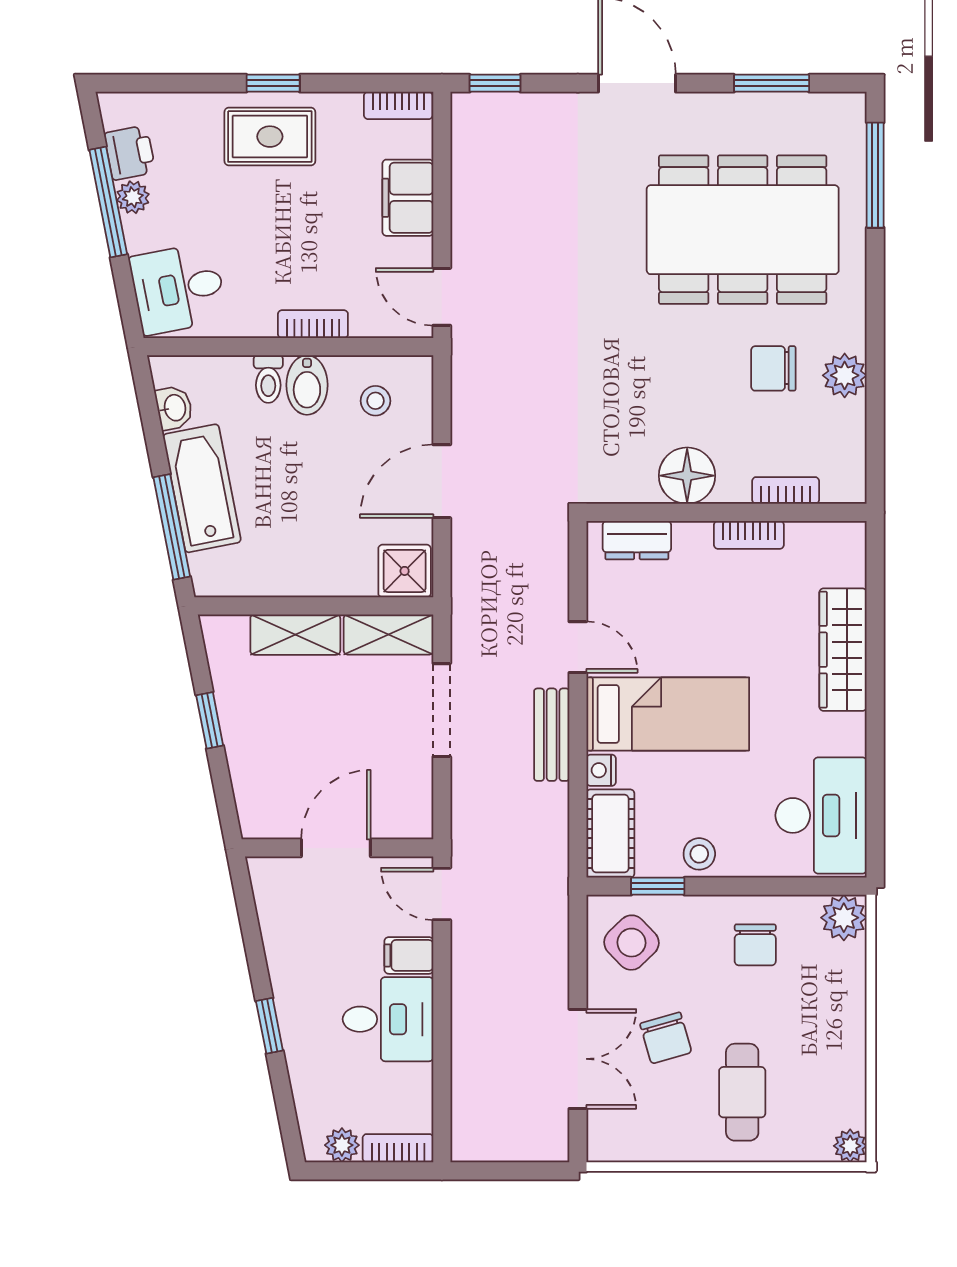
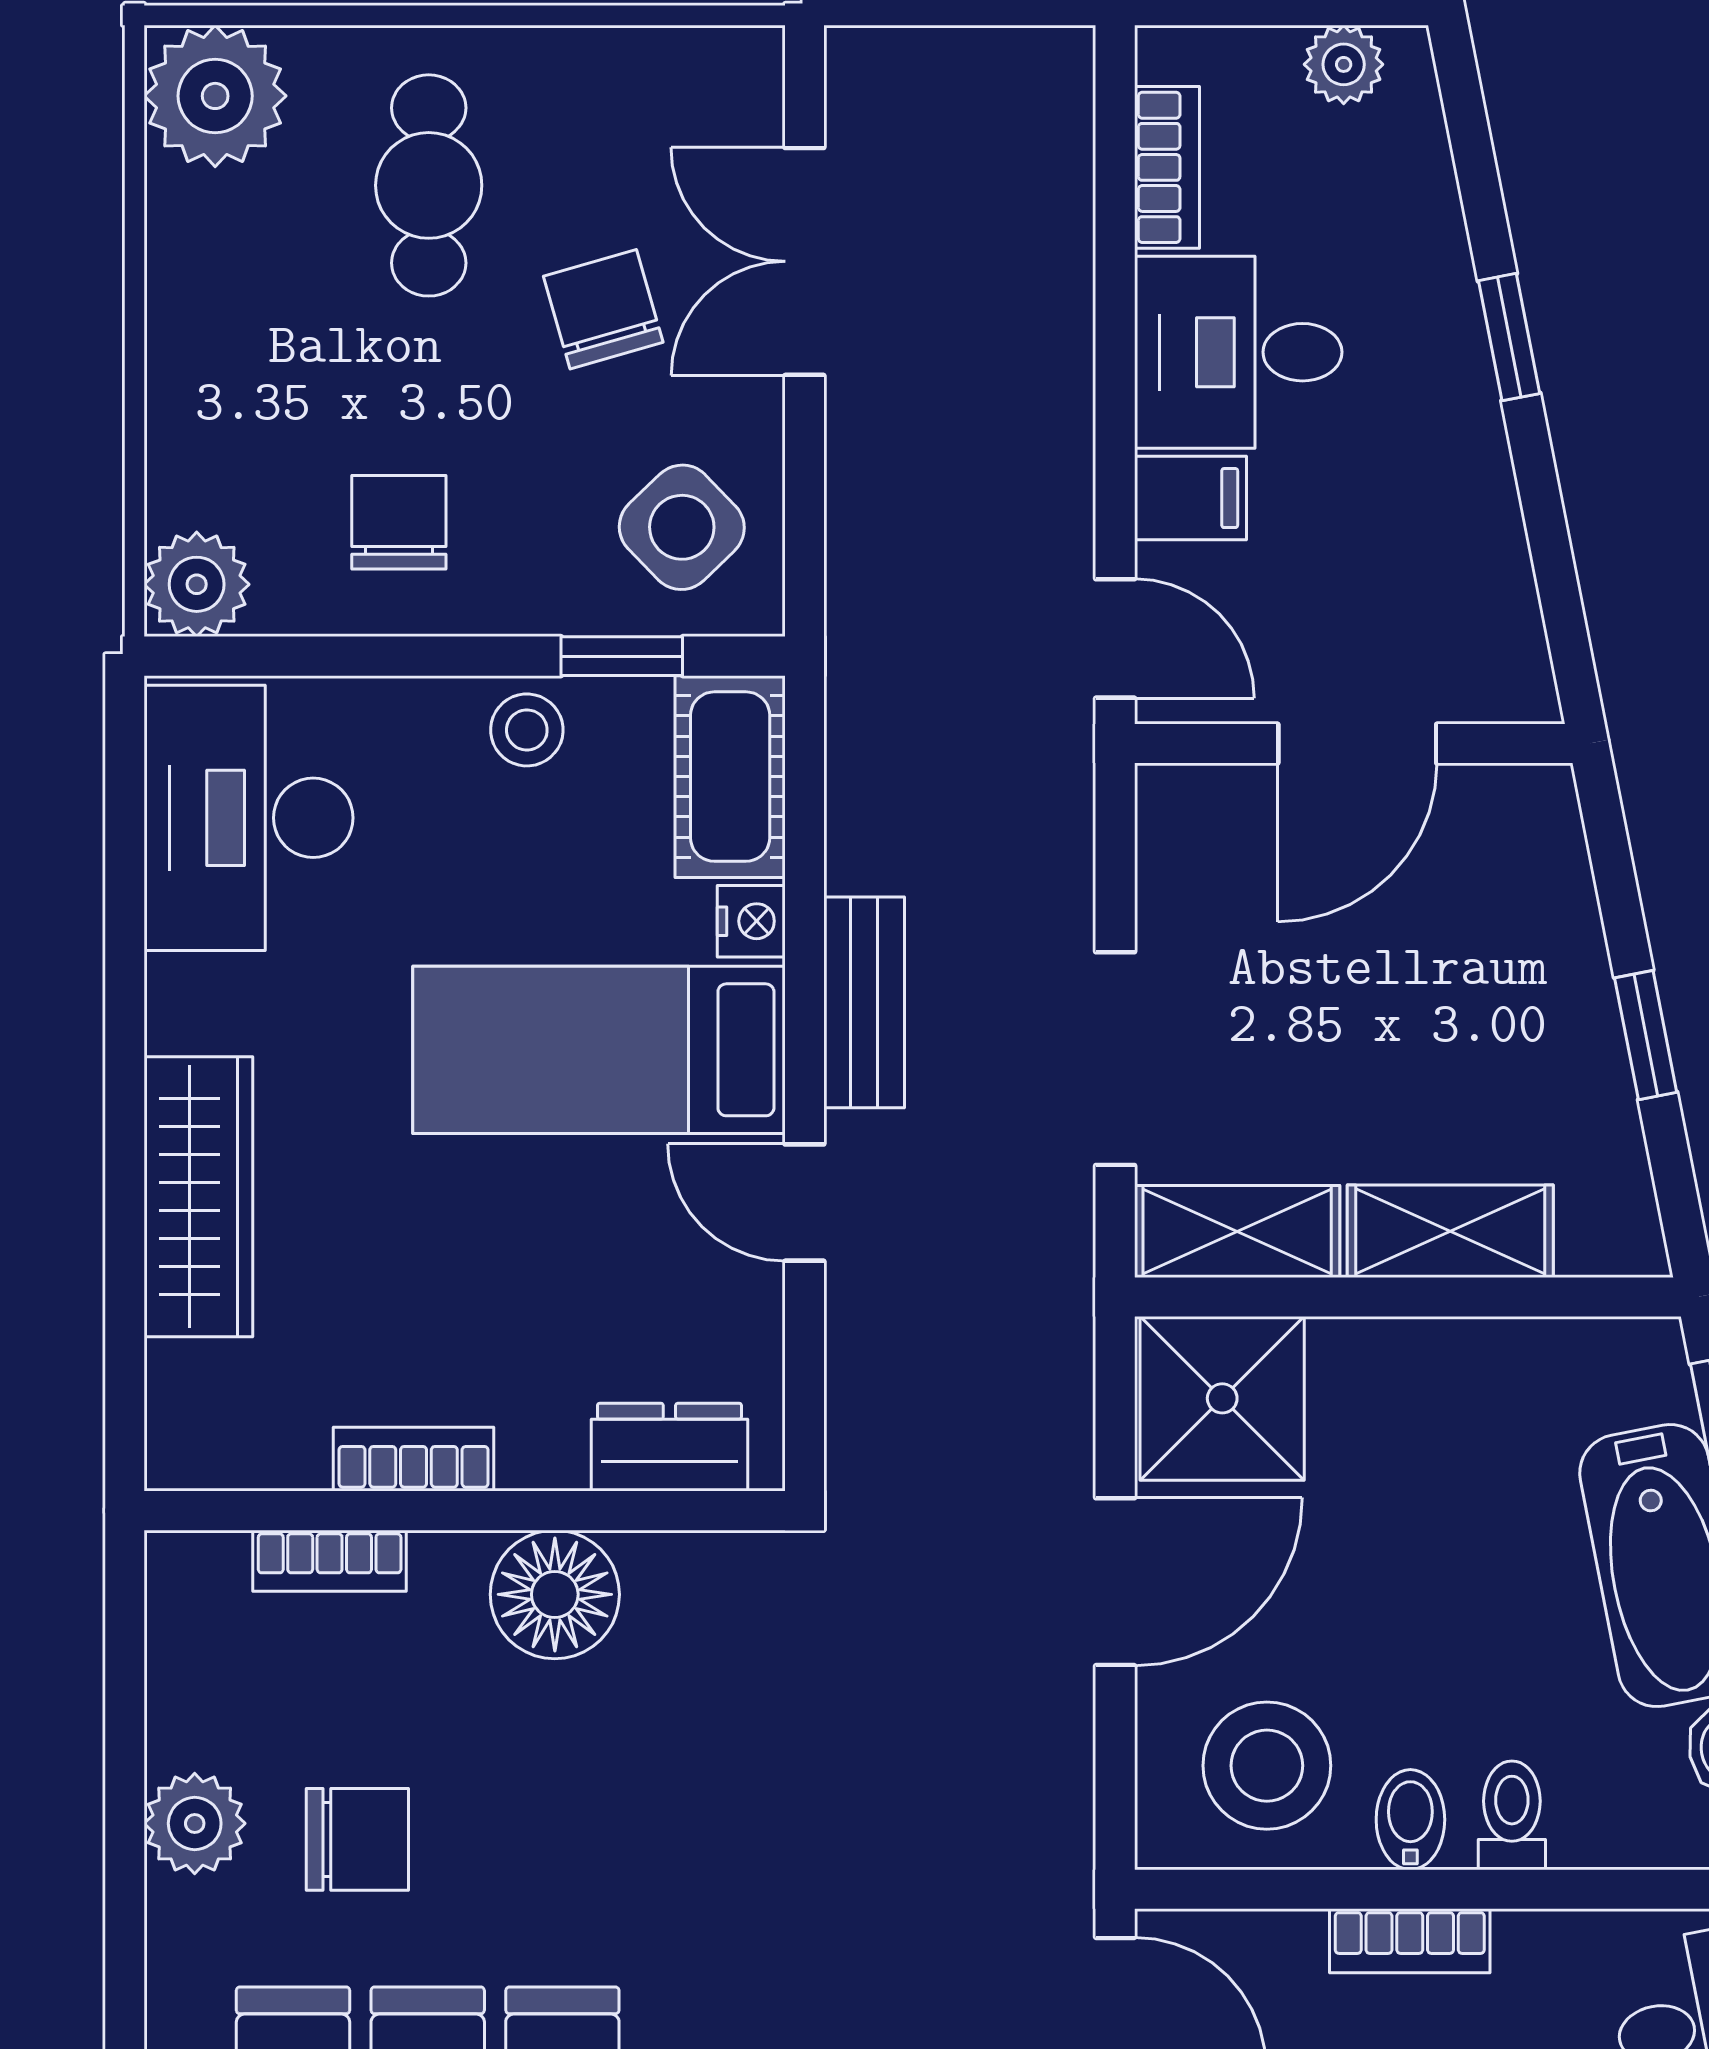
bidet: (307, 385) -> (1410, 1820), width x0.72, depth x0.74
stool: (375, 401) -> (1267, 1766), width x1.89, depth x1.89
shower: (405, 571) -> (1222, 1398), width x1.36, depth x1.36
plant: (850, 1146) -> (215, 96), width x1.87, depth x1.87
bookcase: (398, 1148) -> (1167, 167), moved, turned -90

